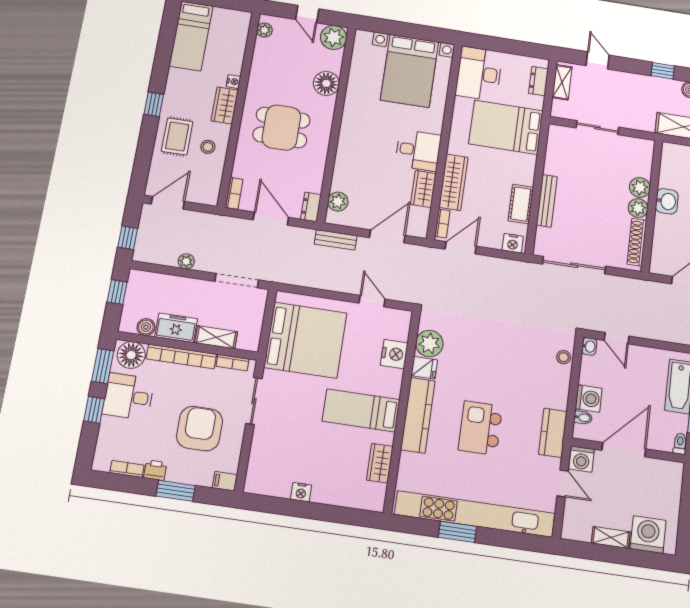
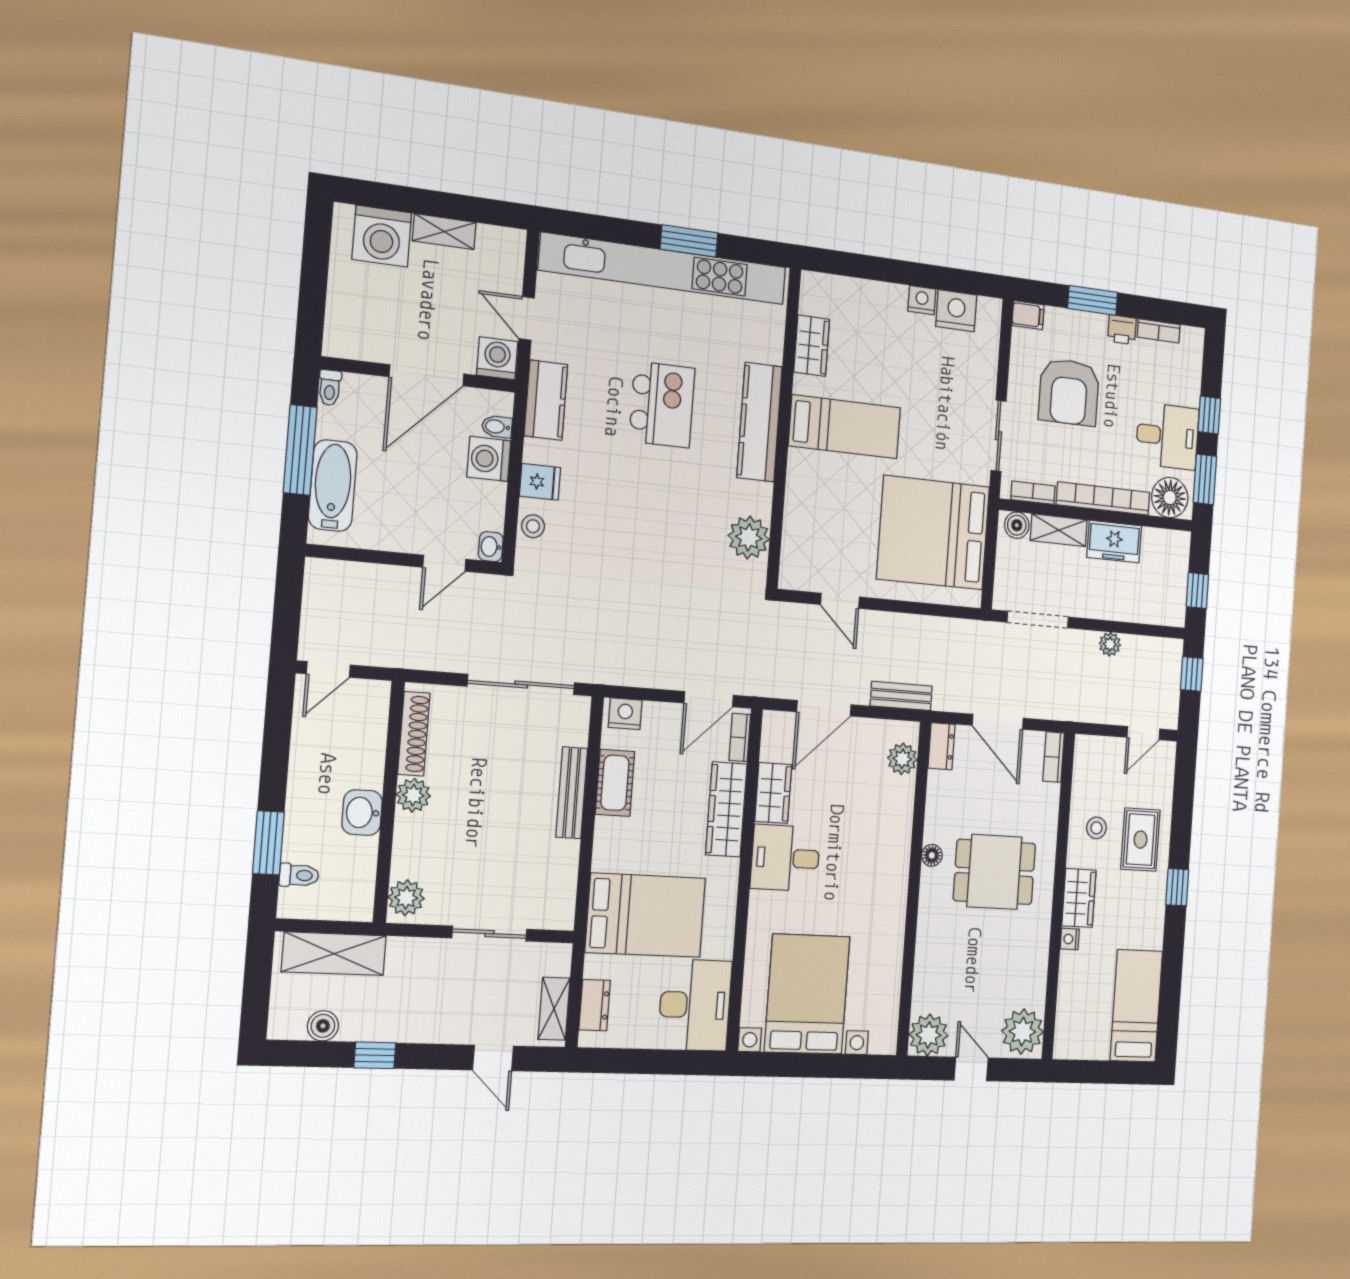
plant: (264, 30) -> (1023, 1032), width x1.88, depth x1.88
floor lamp: (326, 83) -> (932, 855), moved, width x0.53, depth x0.53
plant: (640, 187) -> (406, 898), moved
door: (168, 203) -> (1143, 733), width x0.73
boiler: (146, 327) -> (1017, 525), moved
door: (617, 338) -> (444, 563), swing flipped
nightstand: (394, 354) -> (956, 311), moved, turned 90
fridge: (424, 368) -> (540, 482), moved, turned 180

